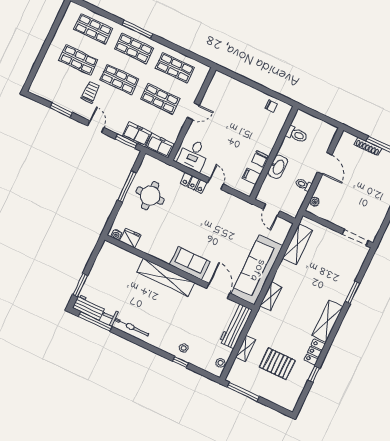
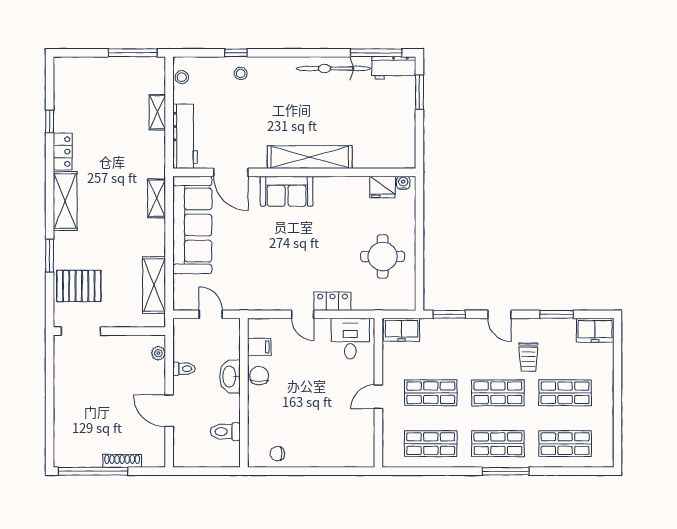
freezer: (137, 134) -> (595, 330), moved
window: (127, 187) -> (419, 254), removed
pallet: (277, 364) -> (79, 286), moved

